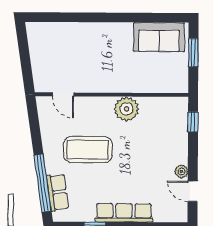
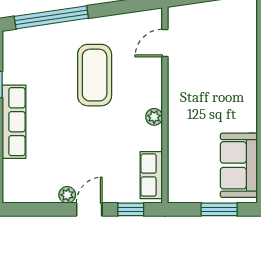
plant: (126, 109) -> (154, 117), width x0.53, depth x0.53
door: (193, 191) -> (89, 209), moved
row of seats: (58, 192) -> (151, 175), moved, turned 98

